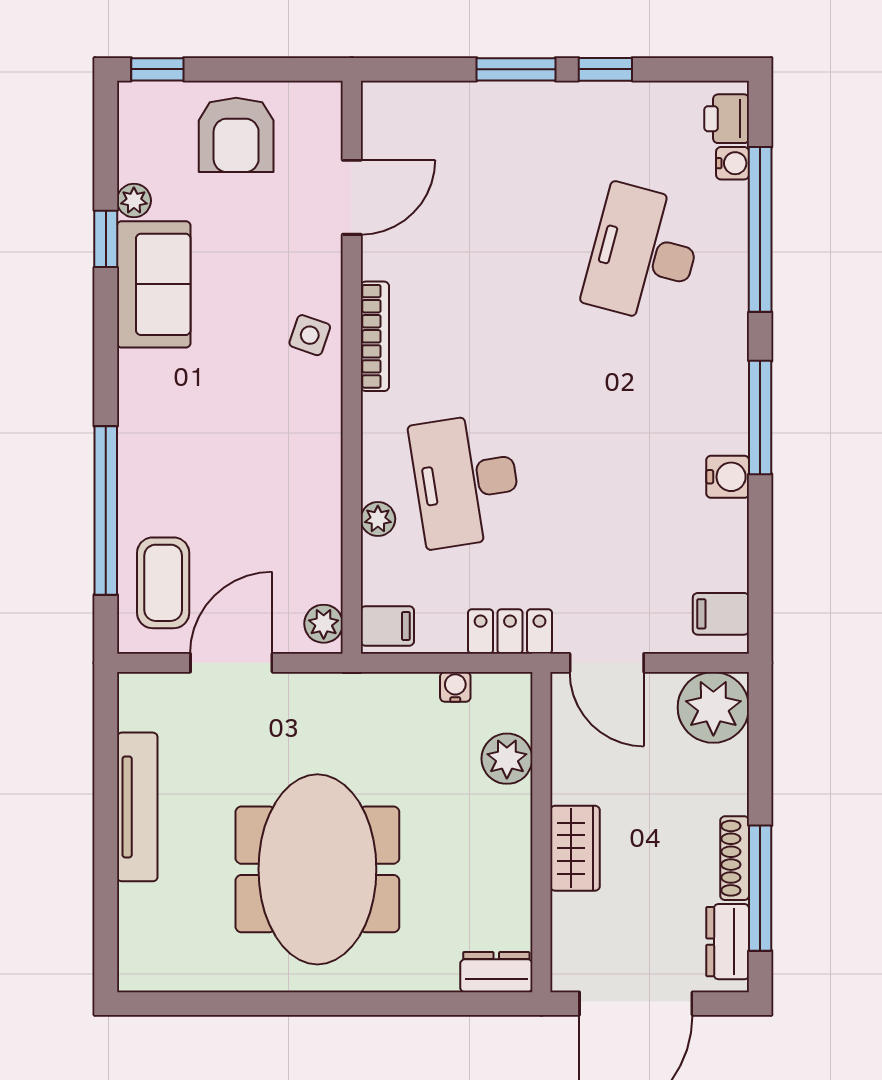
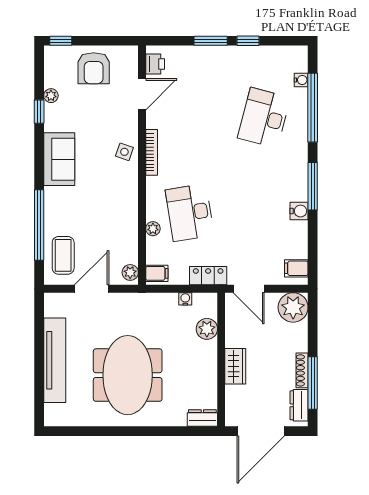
printer: (727, 119) -> (155, 64), moved, turned 180
sofa: (154, 284) -> (59, 159), moved
tv unit: (137, 807) -> (55, 360), width x1.36, depth x1.29

